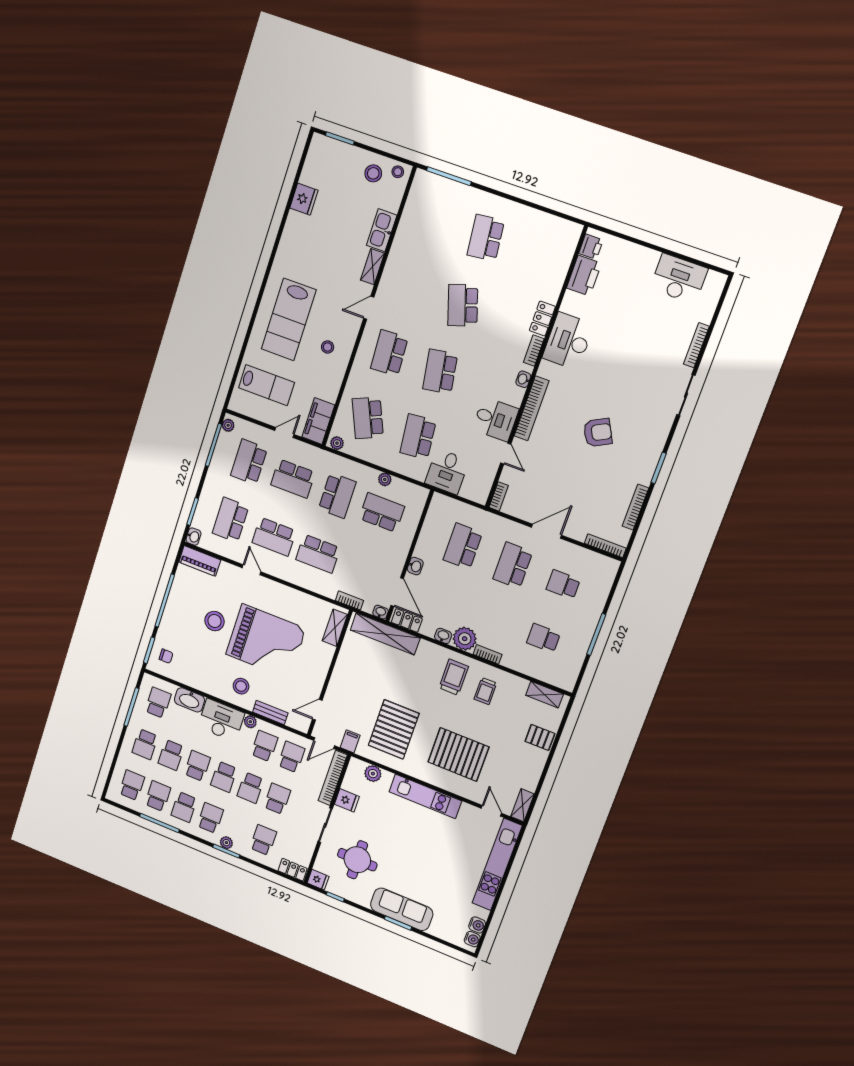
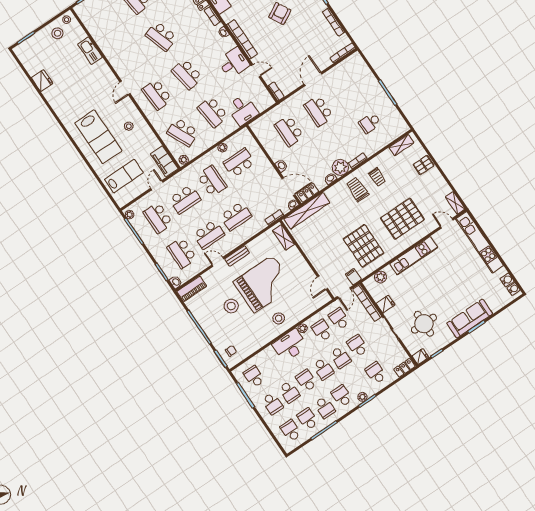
shelving: (372, 267) -> (105, 70), removed
school desk: (563, 585) -> (348, 91), removed
washbasin: (189, 700) -> (265, 356), removed
bench: (270, 712) -> (237, 256), moved

